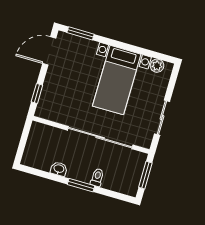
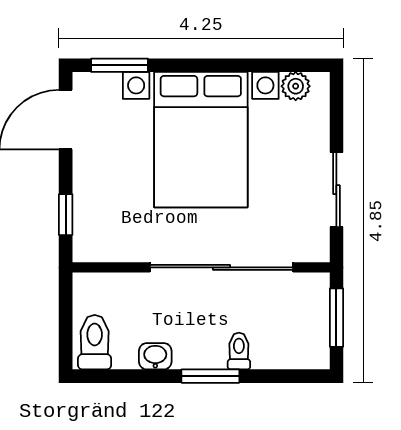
bed with nightstands: (117, 80) -> (201, 140), width x1.36
toilet: (33, 155) -> (95, 342), added

